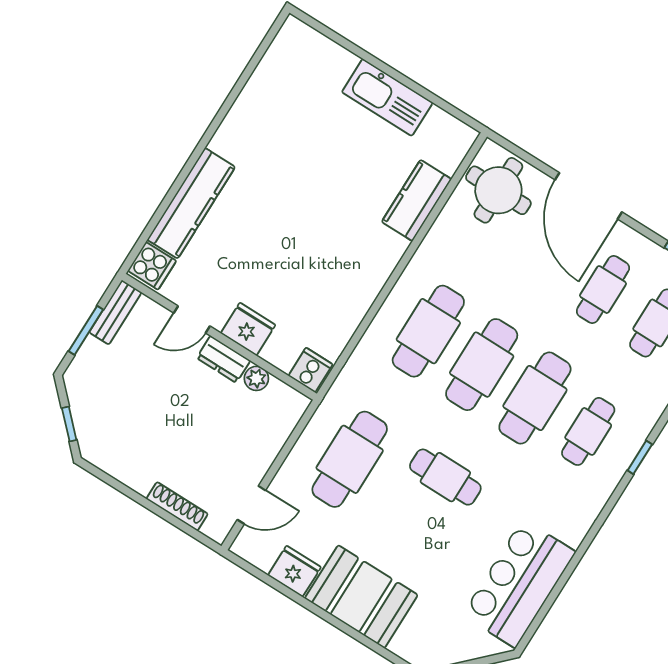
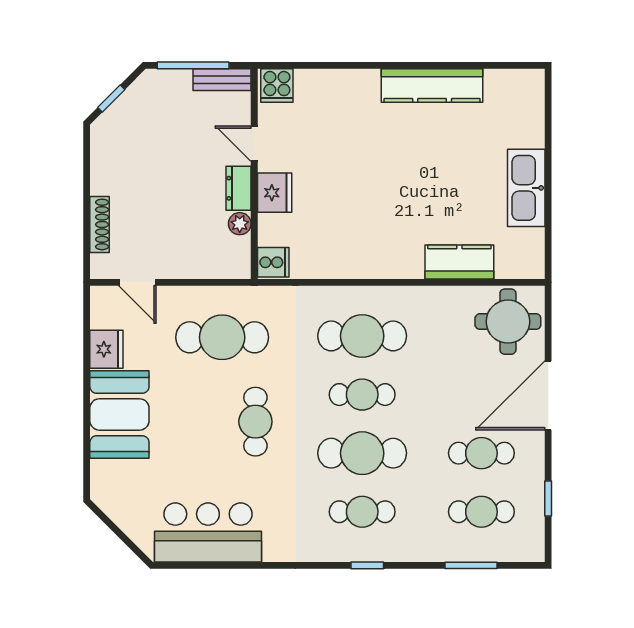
kitchen counter: (191, 203) -> (432, 86), moved
window: (86, 330) -> (193, 65), width x1.44
cafe table: (482, 365) -> (362, 395), width x0.73, depth x0.74

